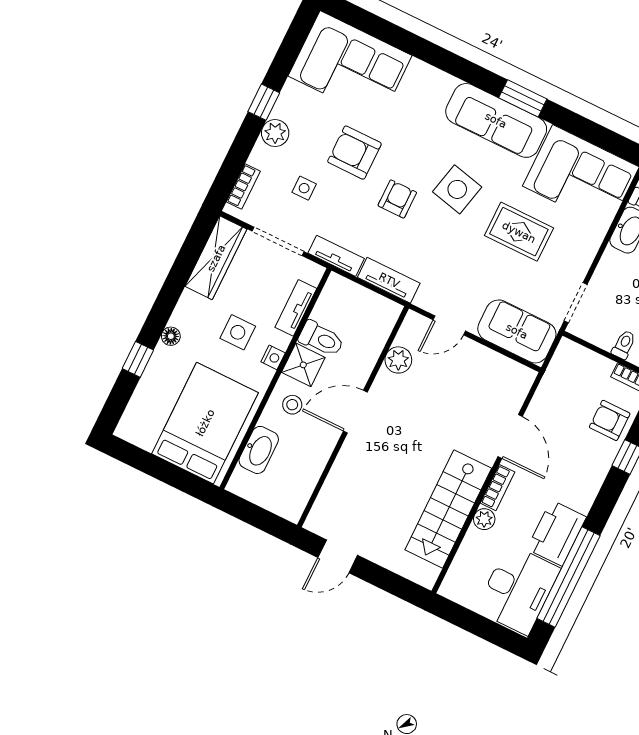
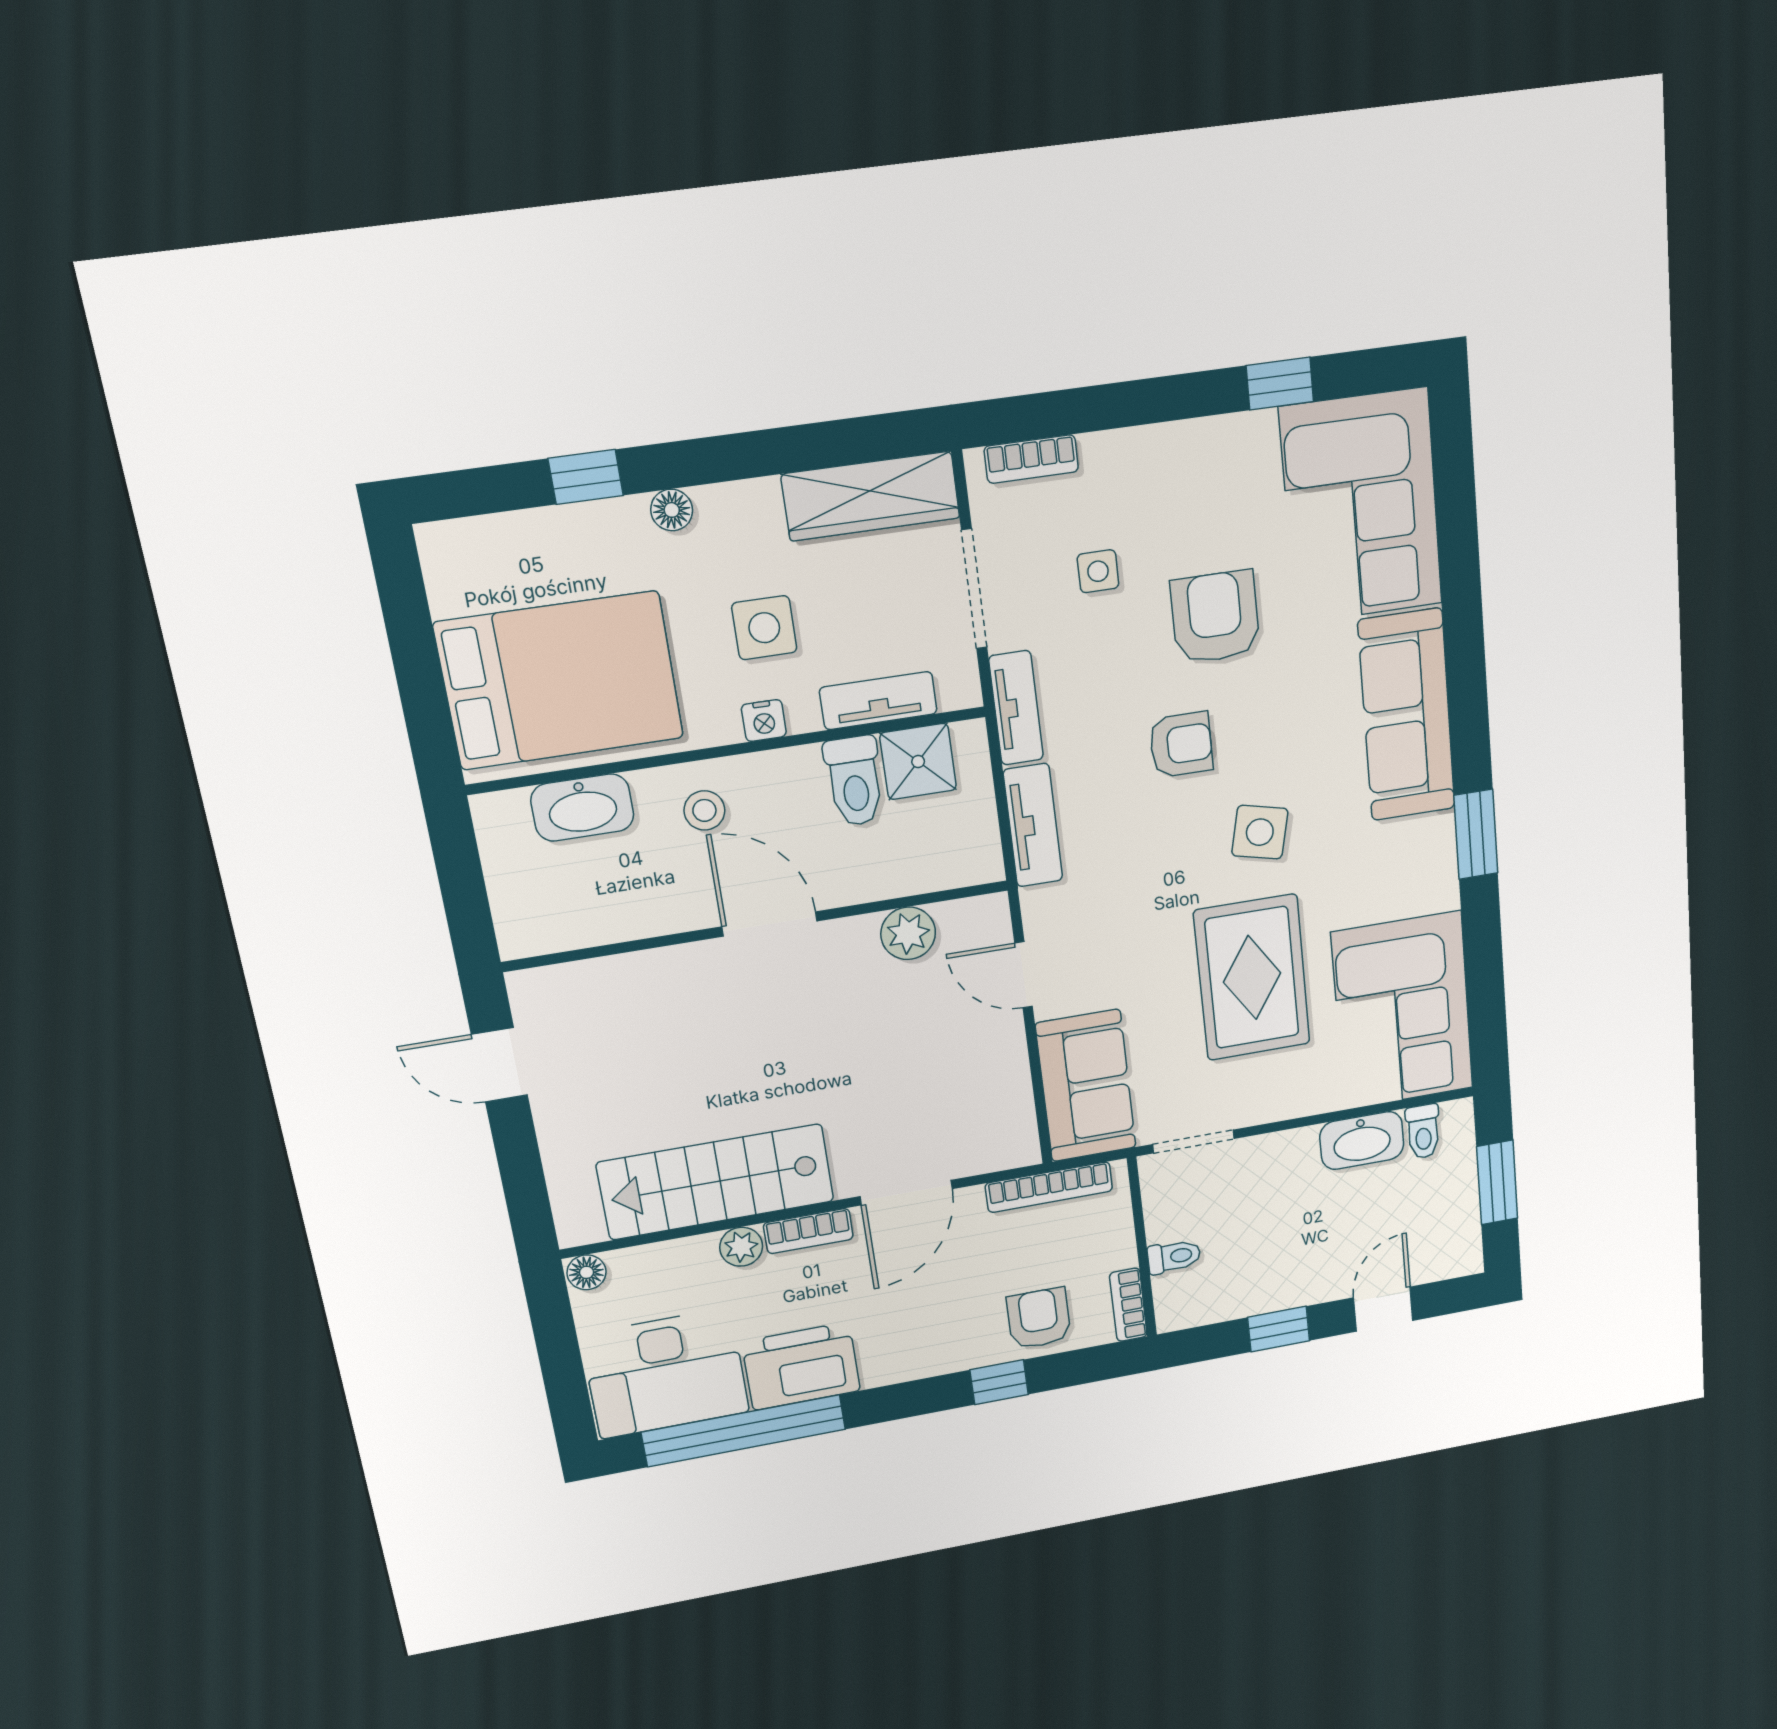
window: (264, 102) -> (1280, 384), moved
sofa: (496, 120) -> (1407, 715), moved
plant: (275, 133) -> (1163, 452), removed
side table: (457, 189) -> (1260, 832), width x0.73, depth x0.73
rug: (519, 232) -> (1252, 978), width x1.36, depth x1.43
shower: (303, 365) -> (918, 762), moved
bookcase: (552, 376) -> (1049, 1187), added
floor lamp: (449, 588) -> (587, 1272), added

